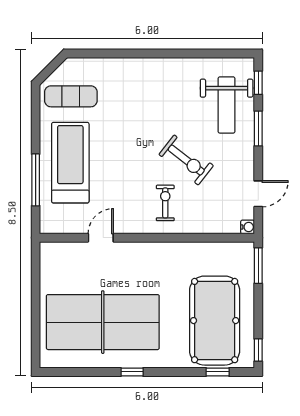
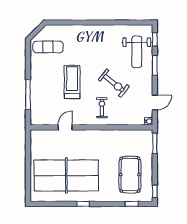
treadmill: (70, 163) -> (72, 82), moved, width x0.73, depth x0.73
pool table: (215, 321) -> (130, 175), width x0.73, depth x0.76

